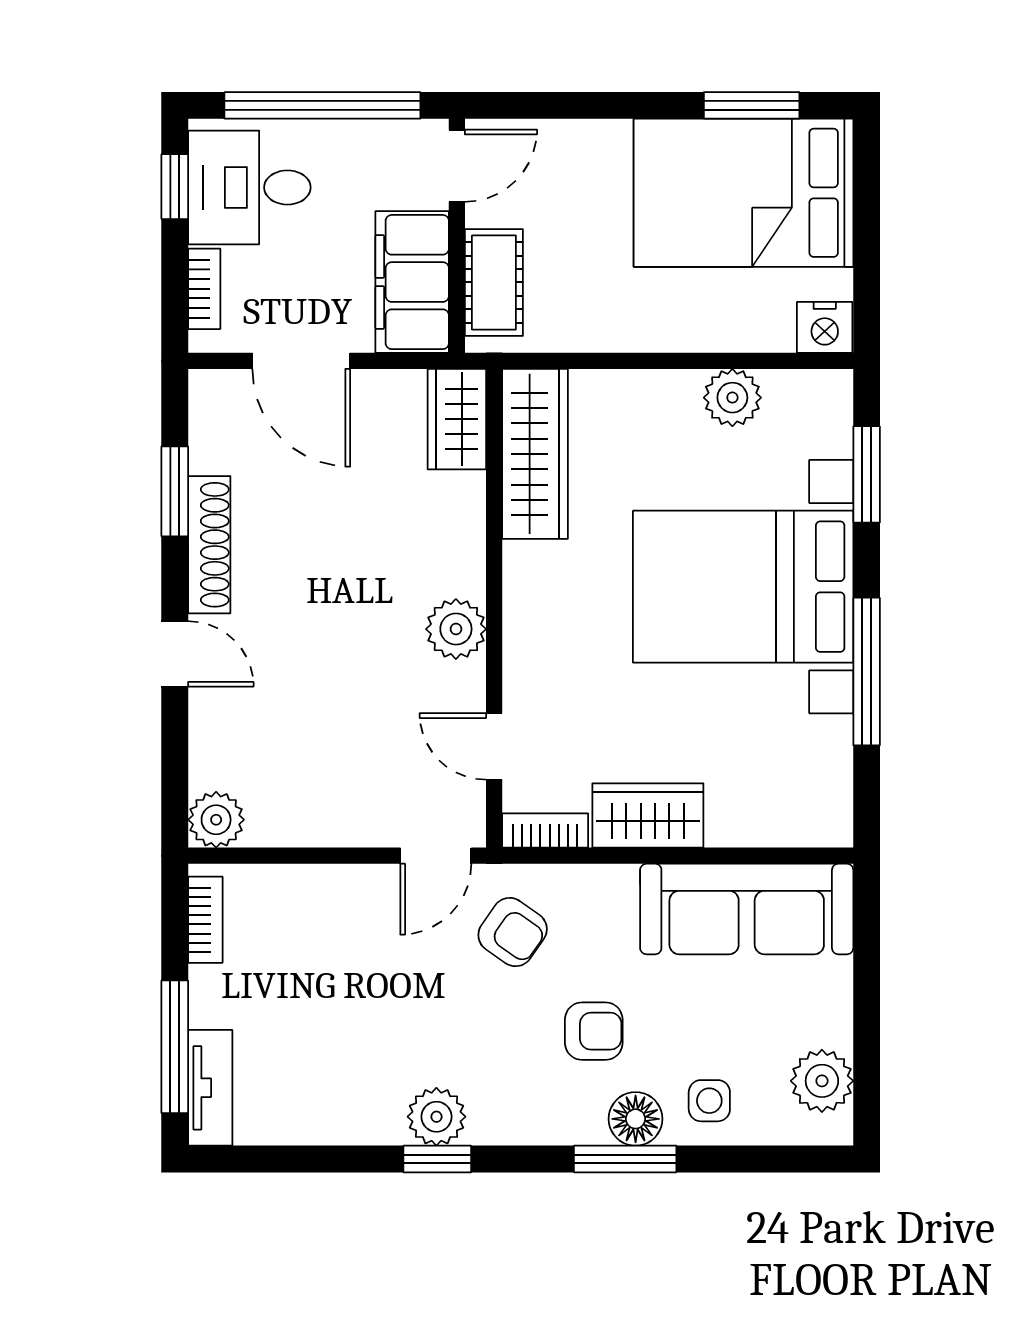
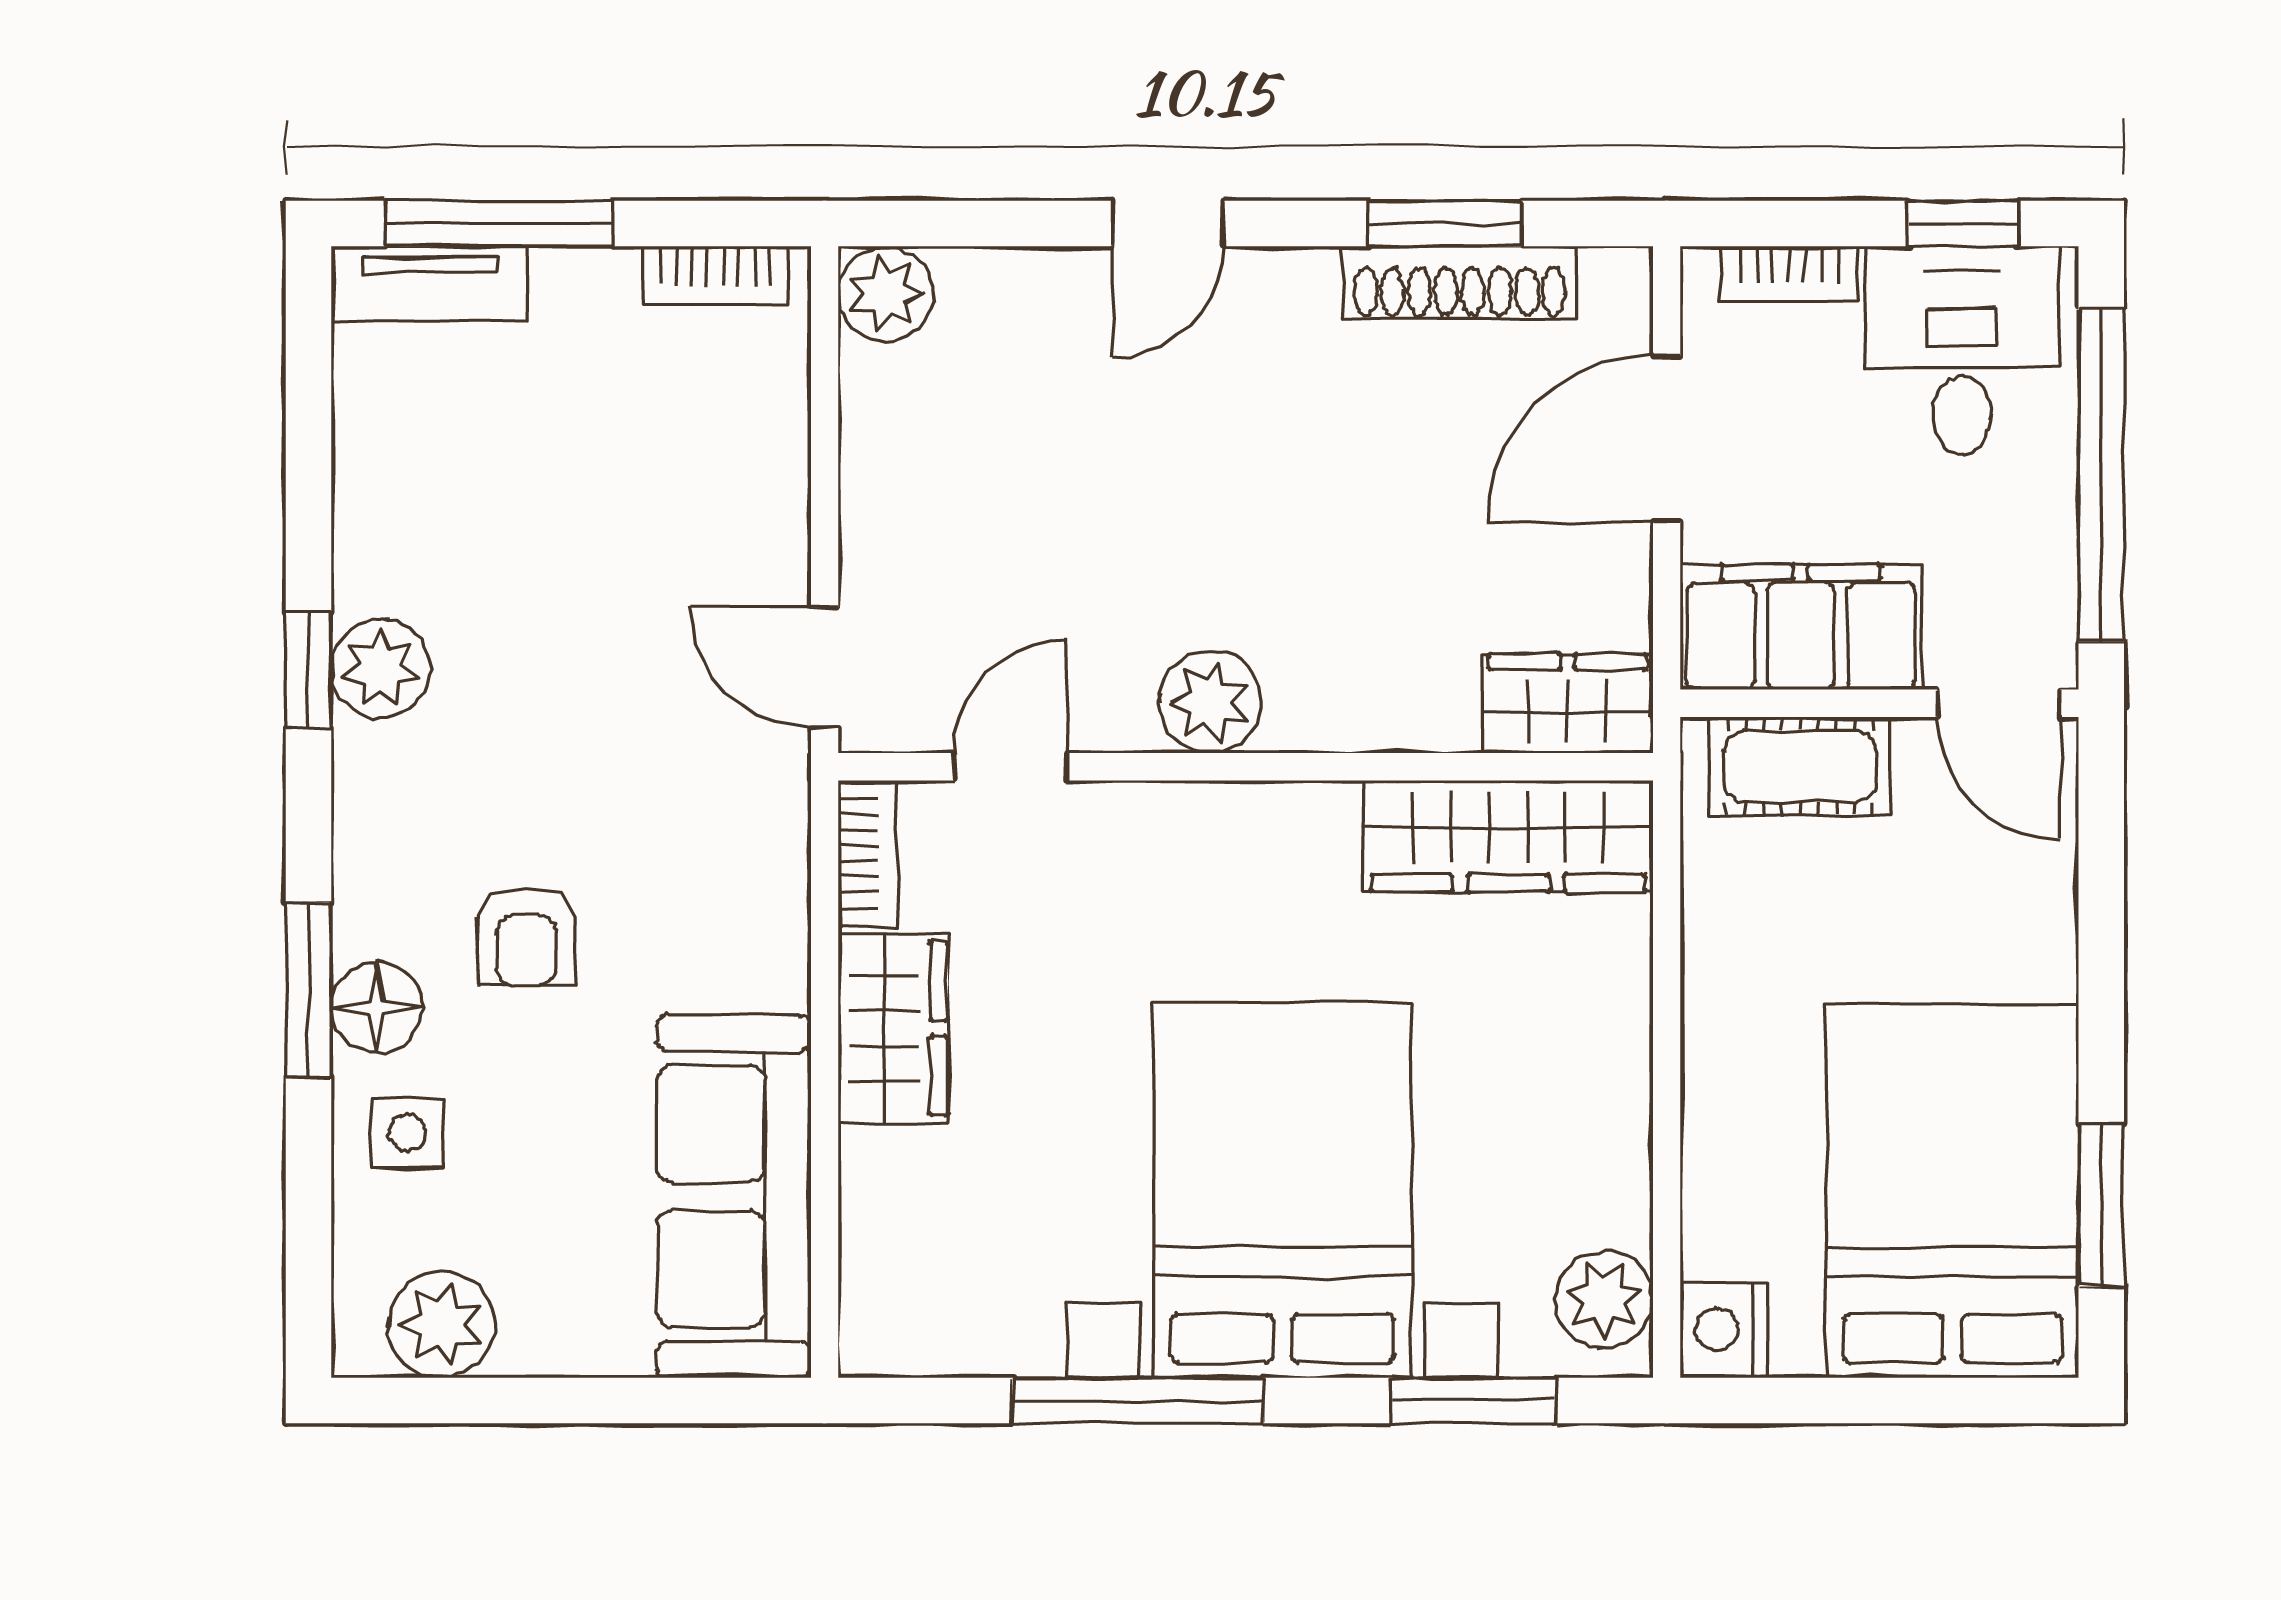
plant: (732, 398) -> (1604, 1299), moved
shoe rack: (209, 545) -> (1460, 282), moved
armchair: (513, 932) -> (695, 798), removed

